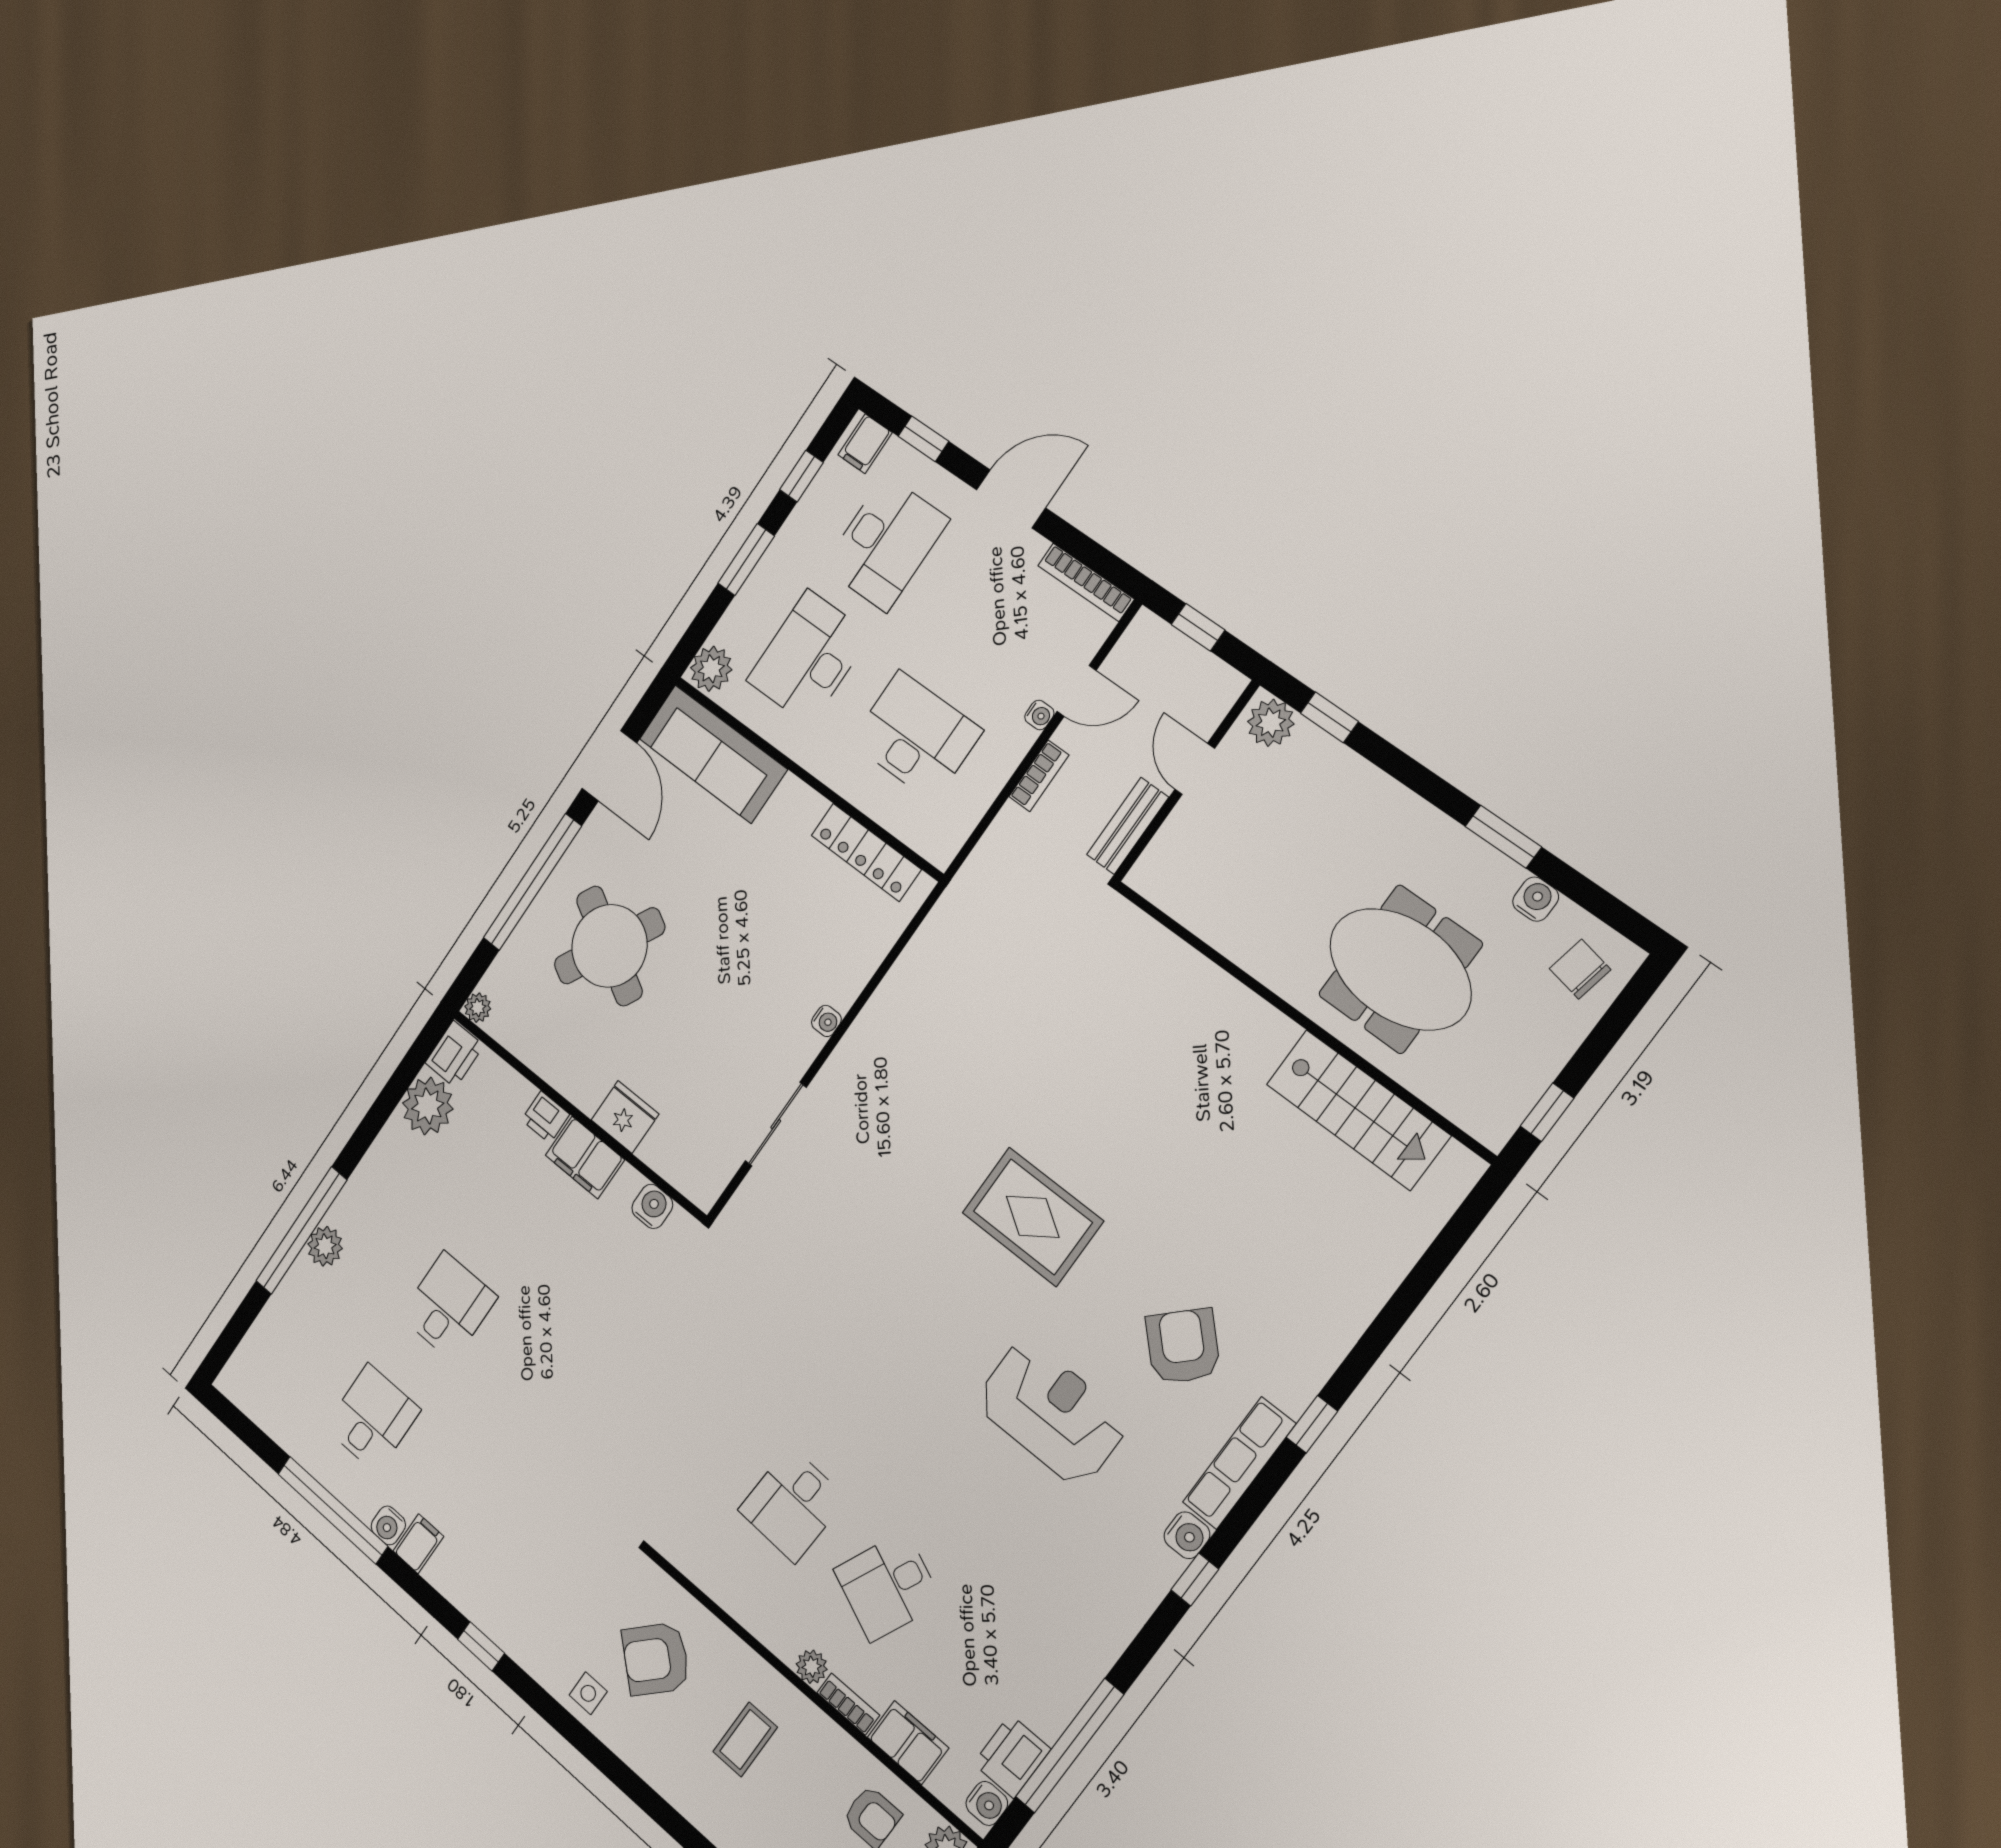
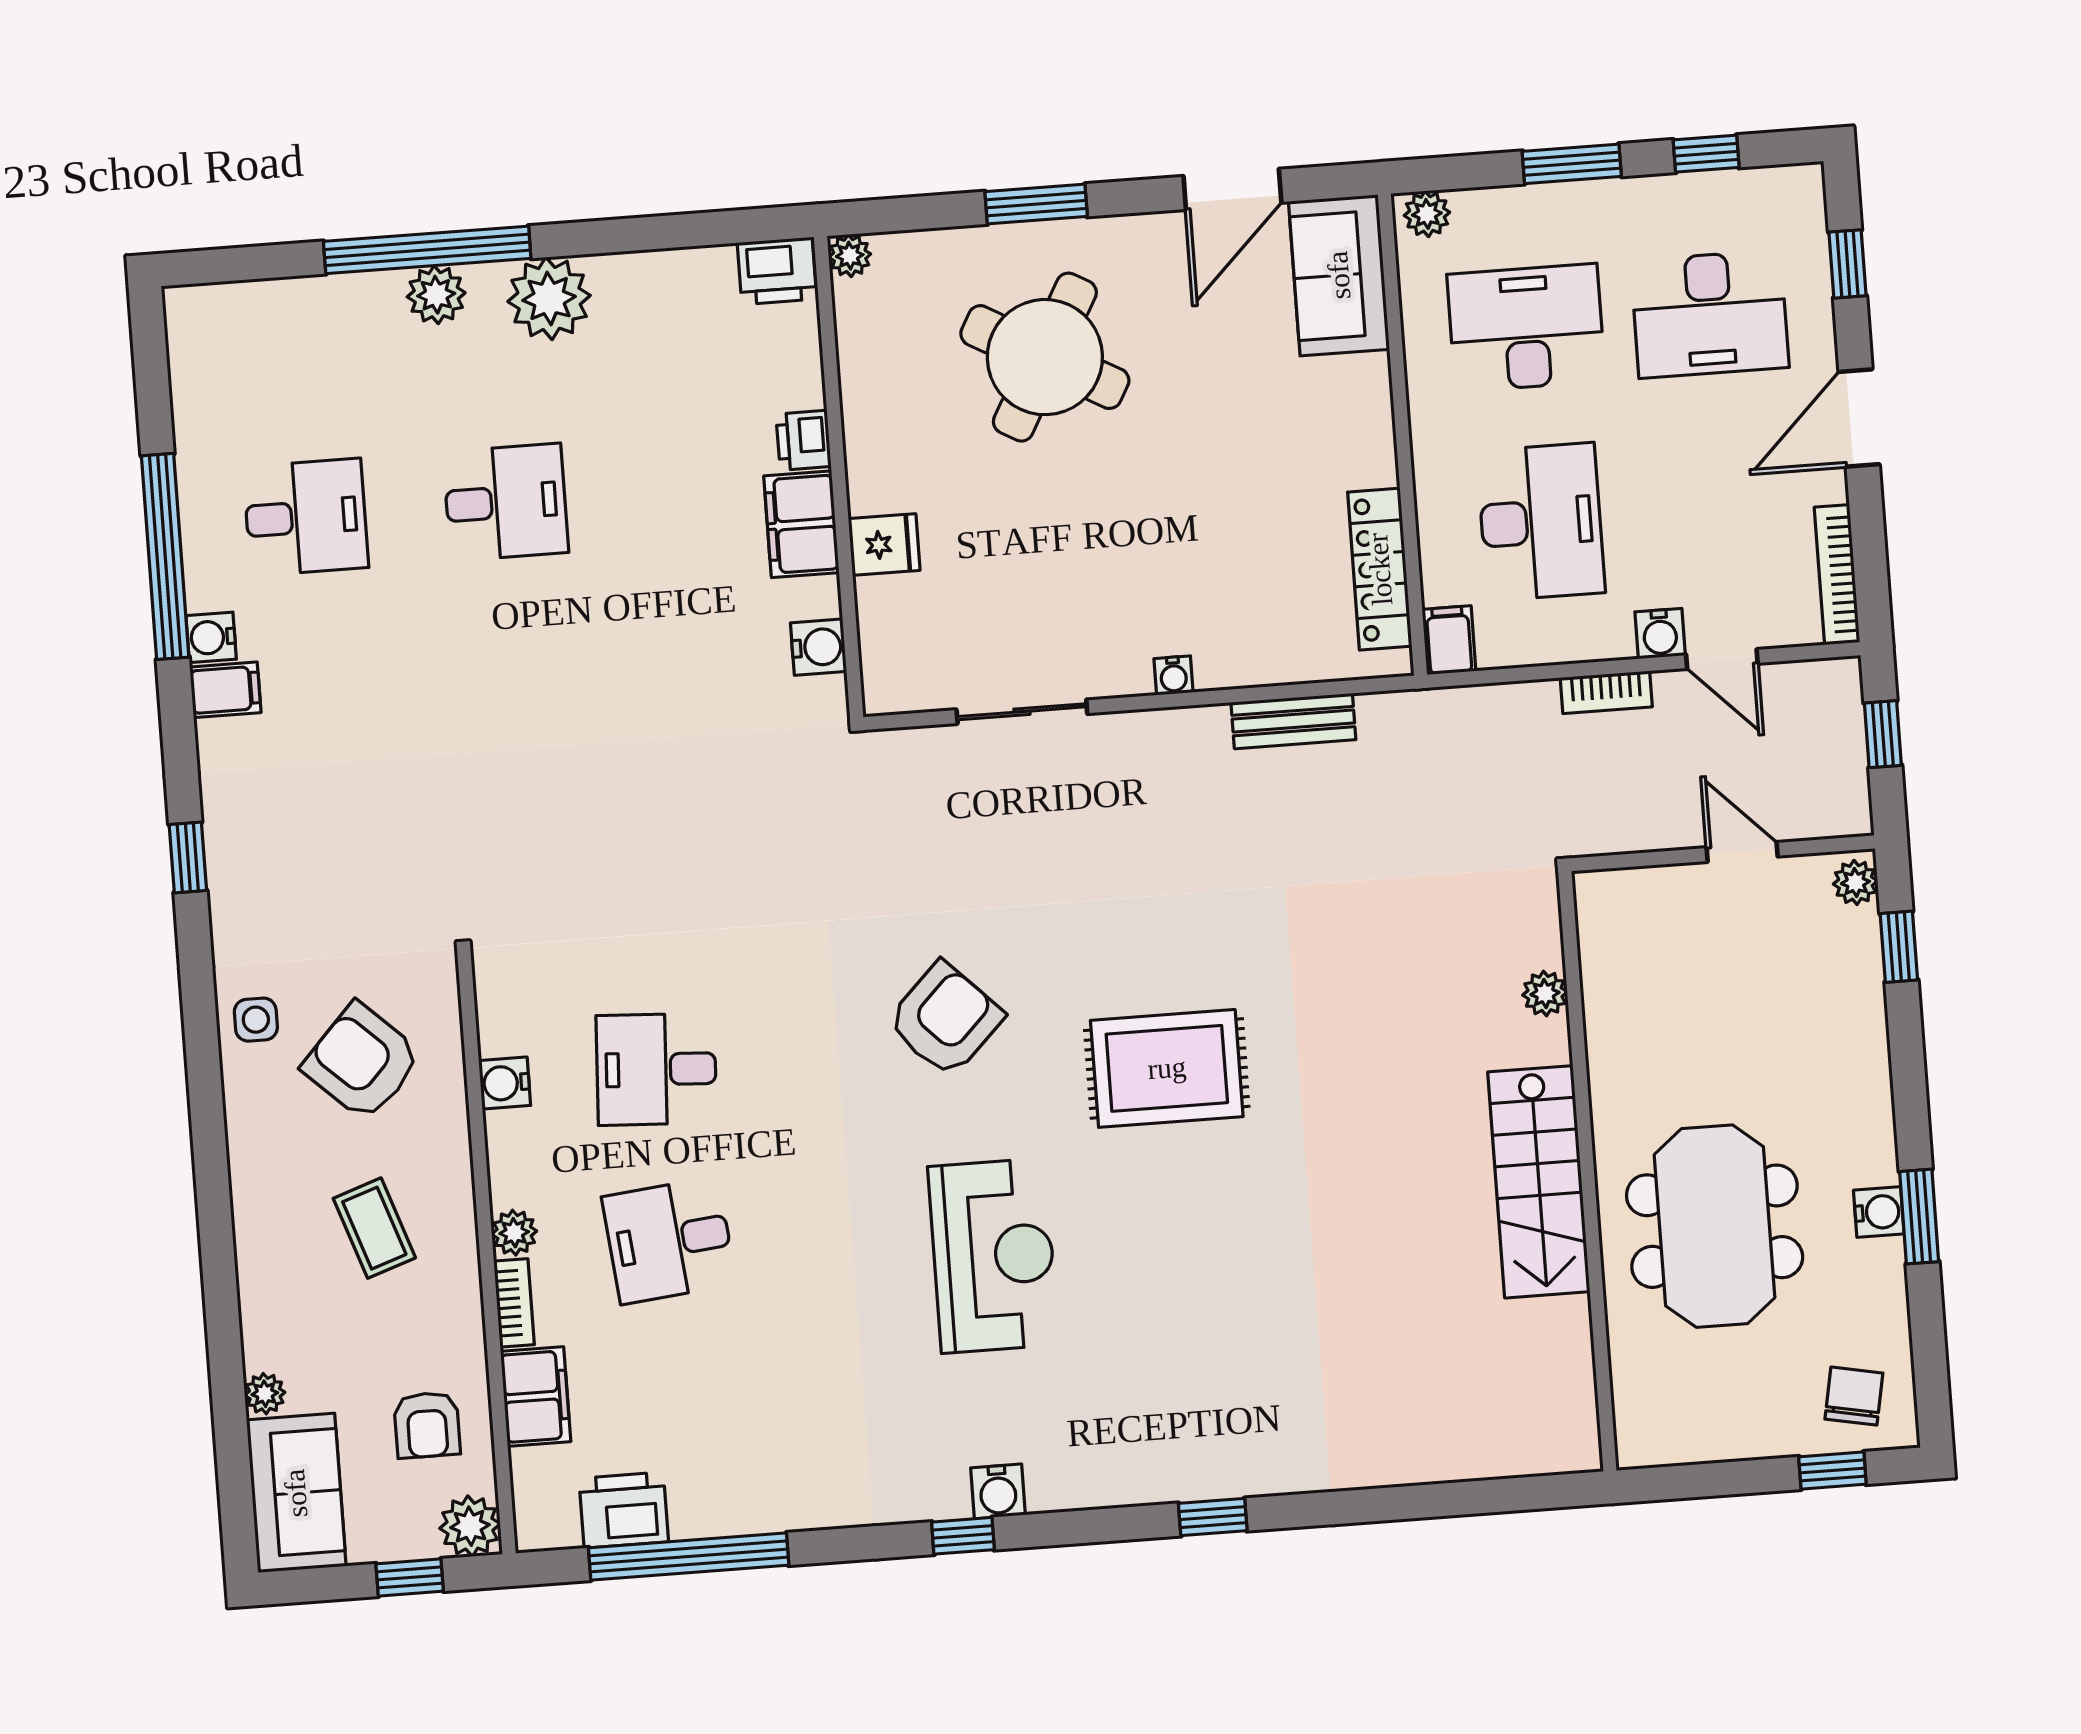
filing cabinet: (865, 444) -> (1449, 640), moved, turned 90
door: (1011, 499) -> (1859, 418), swing flipped
plant: (711, 669) -> (1427, 214), width x0.73, depth x0.73
water cooler: (1039, 715) -> (1660, 634), width x1.38, depth x1.38
plant: (1271, 723) -> (1855, 882), width x0.73, depth x0.73
sofa: (713, 754) -> (1339, 275), width x0.73
door: (1195, 769) -> (1742, 852), hinge flipped
bench: (1128, 826) -> (1293, 721), moved
window: (532, 882) -> (1036, 204), width x0.47
water cooler: (1536, 899) -> (1879, 1212), moved
plant: (1177, 957) -> (1545, 994), added
plant: (428, 1106) -> (549, 298), moved
stairs: (1358, 1110) -> (1539, 1182), moved
window: (1547, 1112) -> (1832, 1470), moved
fridge: (625, 1117) -> (884, 545), width x0.72
rug: (1033, 1217) -> (1167, 1068), turned 90
armchair: (1183, 1346) -> (945, 1019), moved
row of seats: (1239, 1463) -> (1113, 1481), removed
desk: (888, 1586) -> (669, 1240), turned -30
coffee table: (745, 1739) -> (374, 1228), turned 71
water cooler: (987, 1803) -> (505, 1083), moved, turned 90

